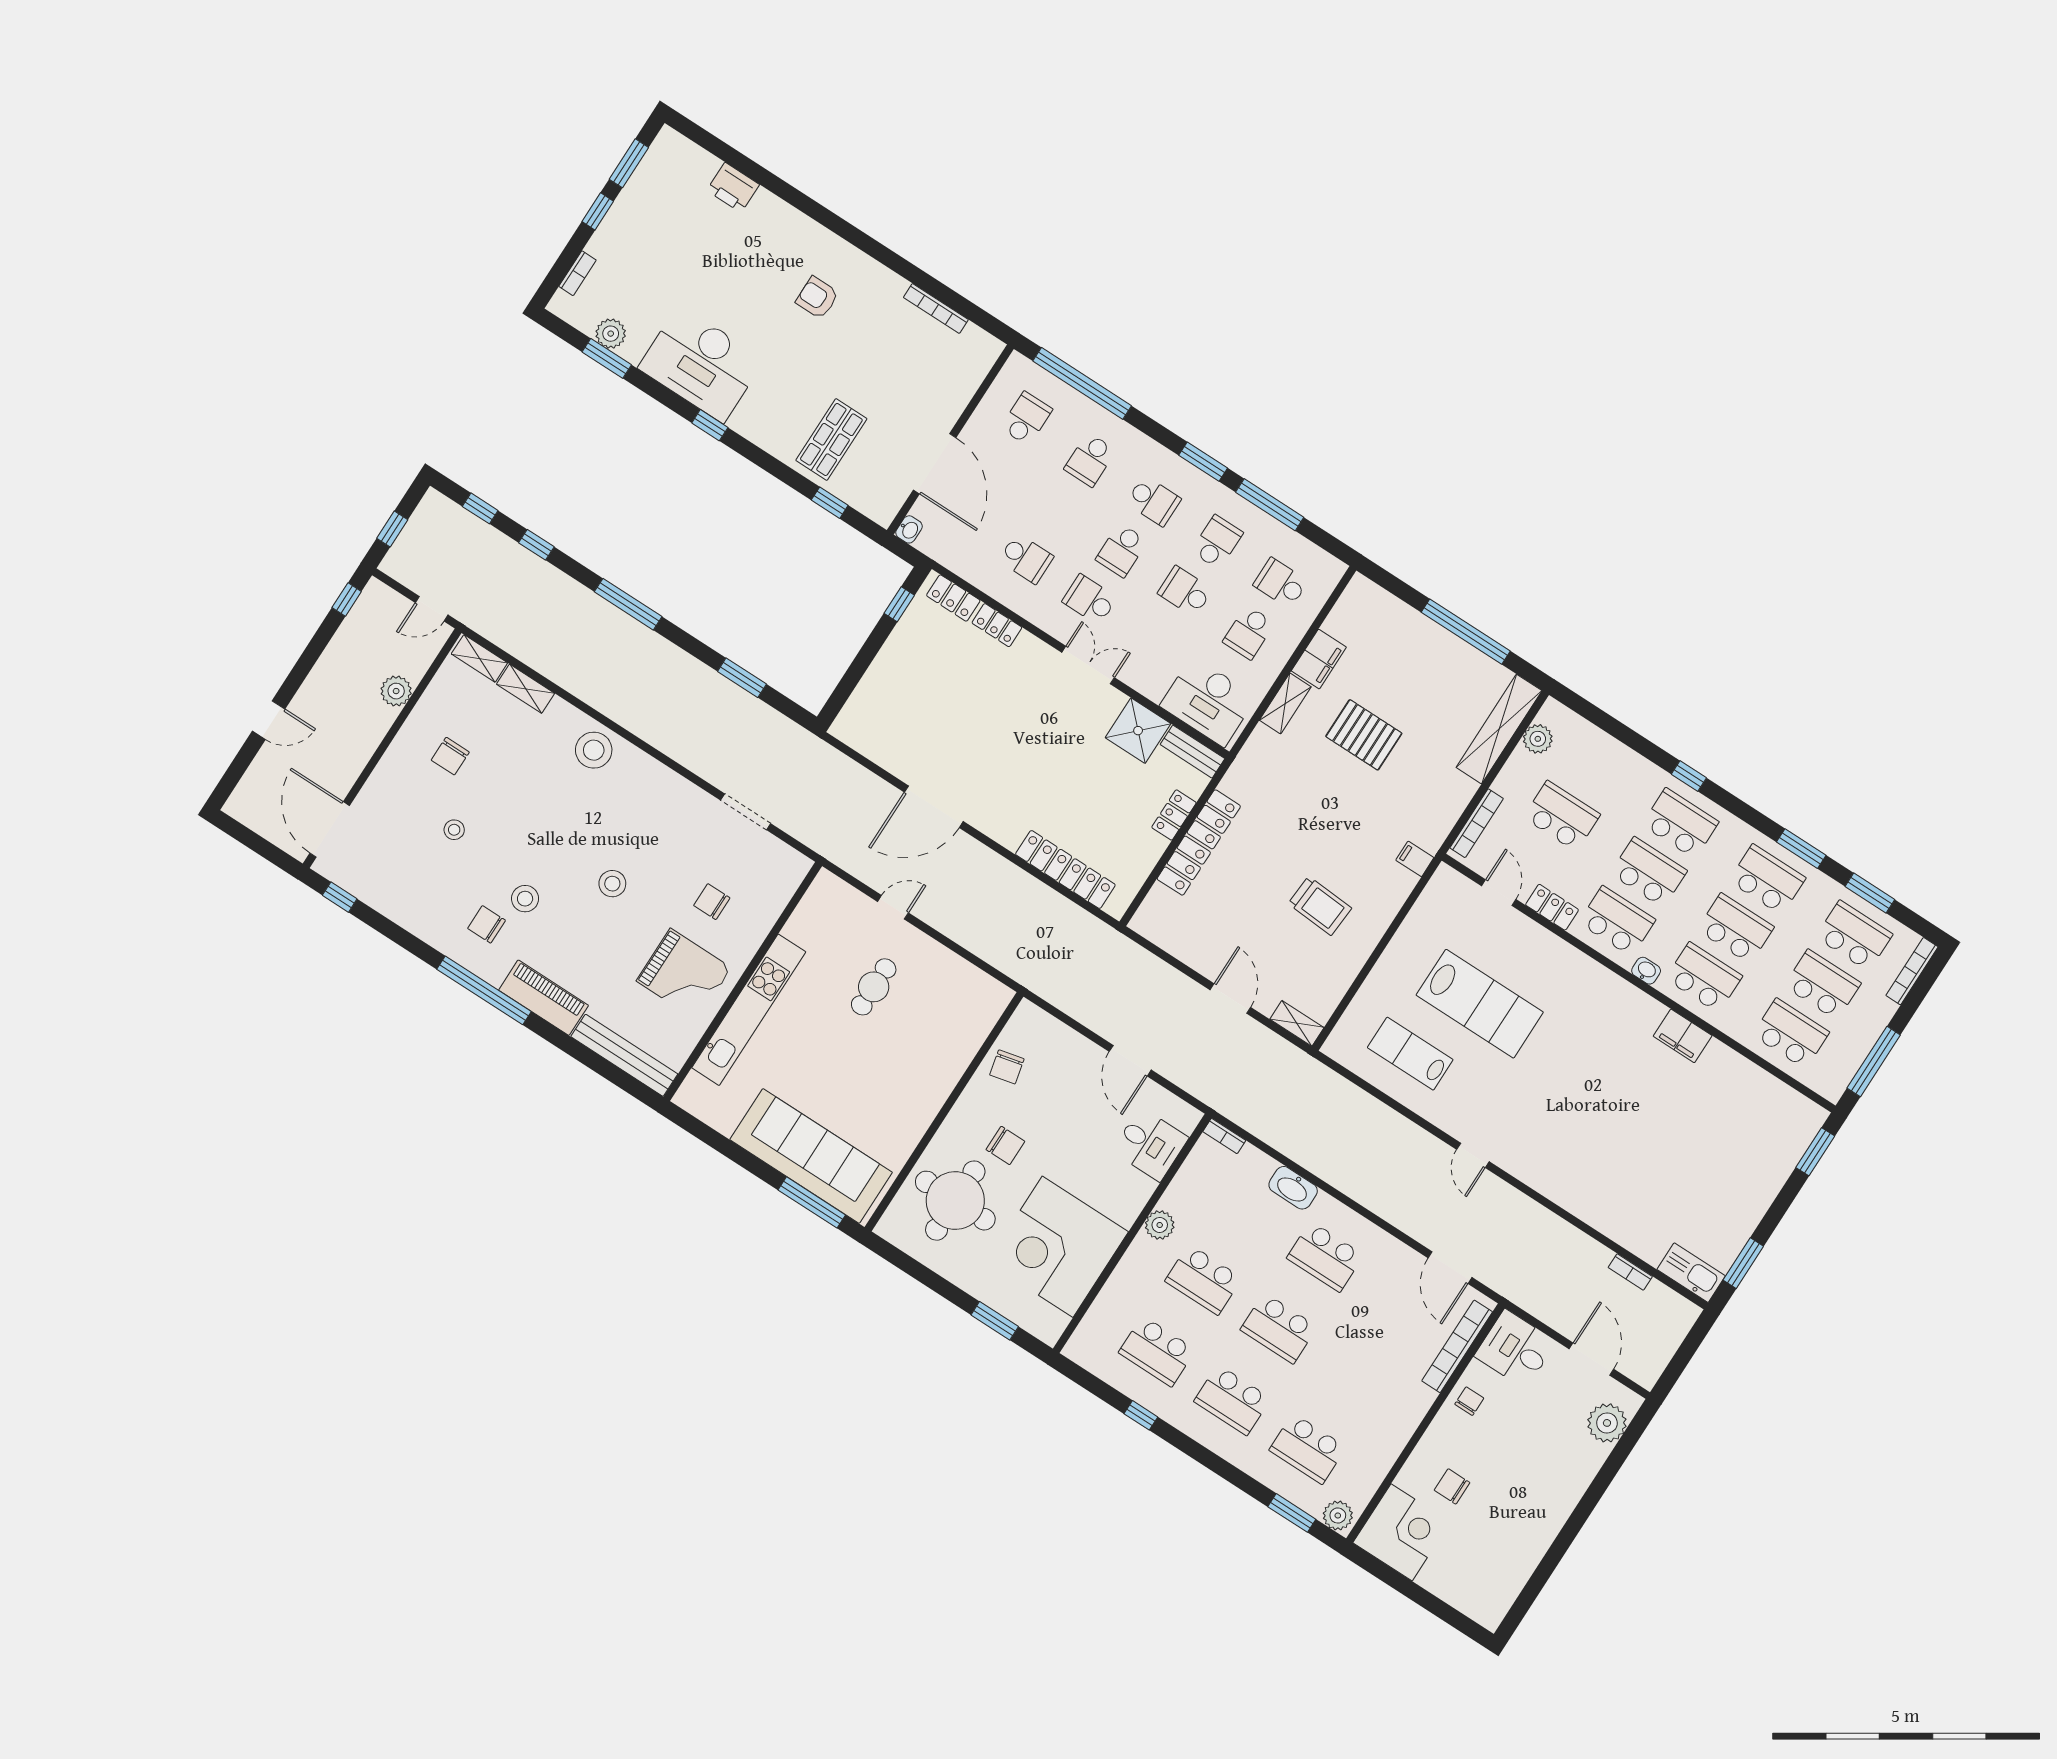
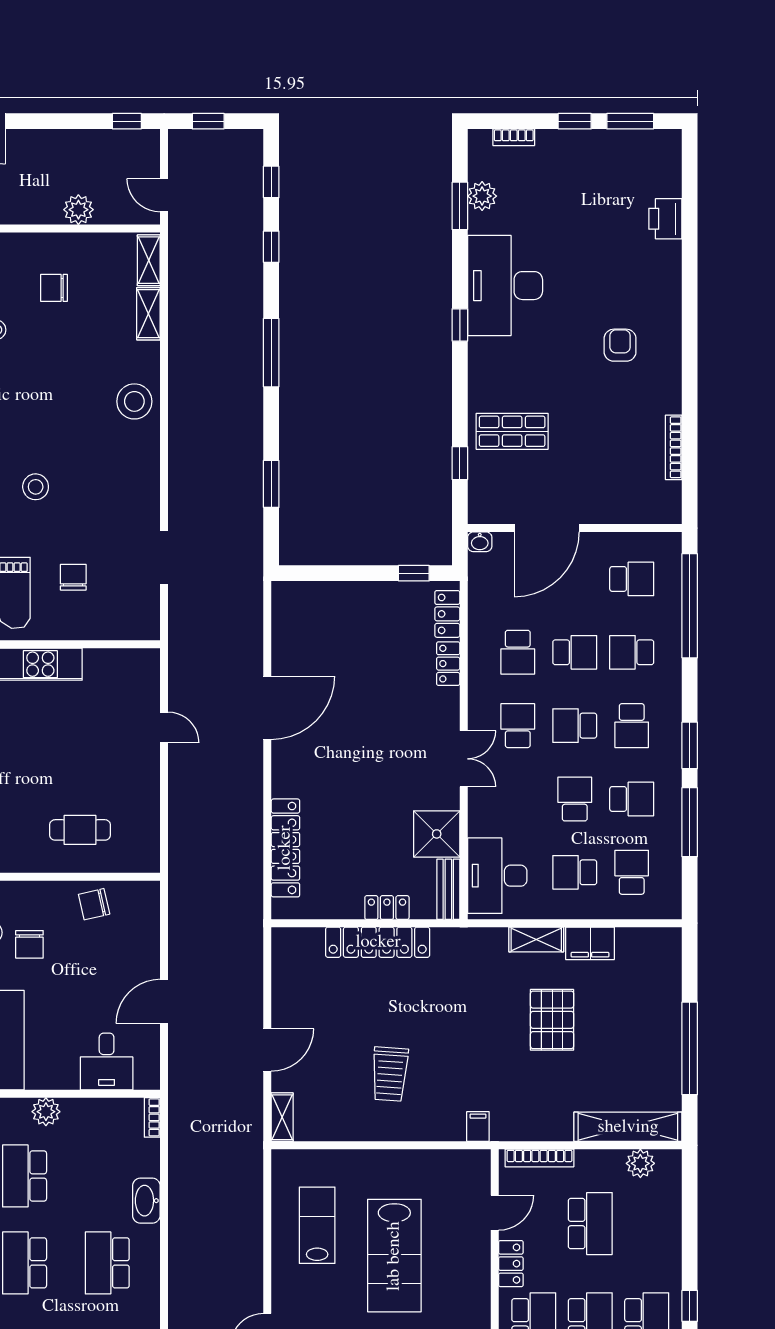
school desk: (1058, 509) -> (575, 652), added
door: (934, 807) -> (267, 708), swing flipped
cafe table: (874, 987) -> (80, 830), moved

